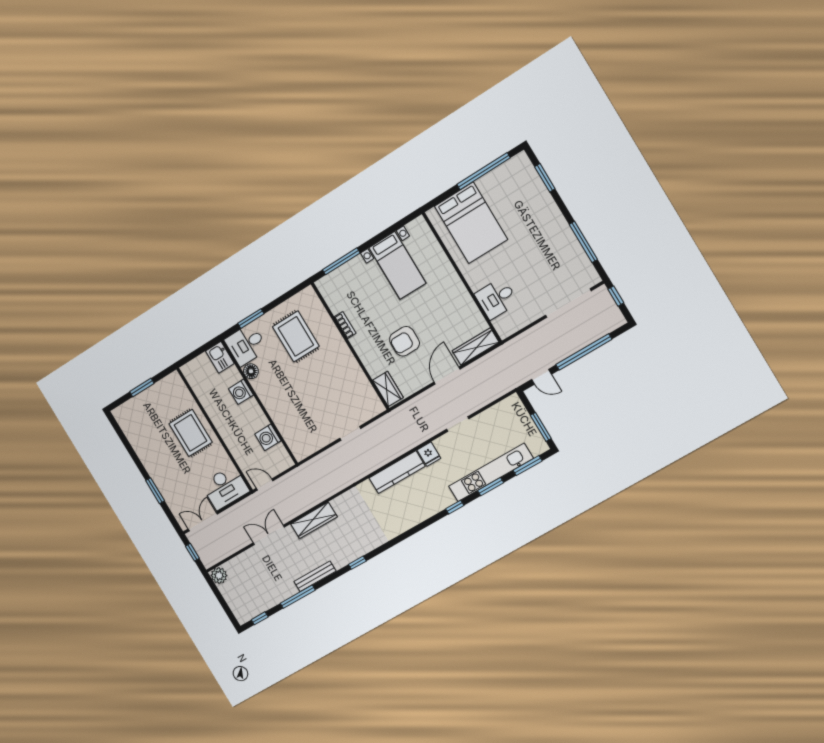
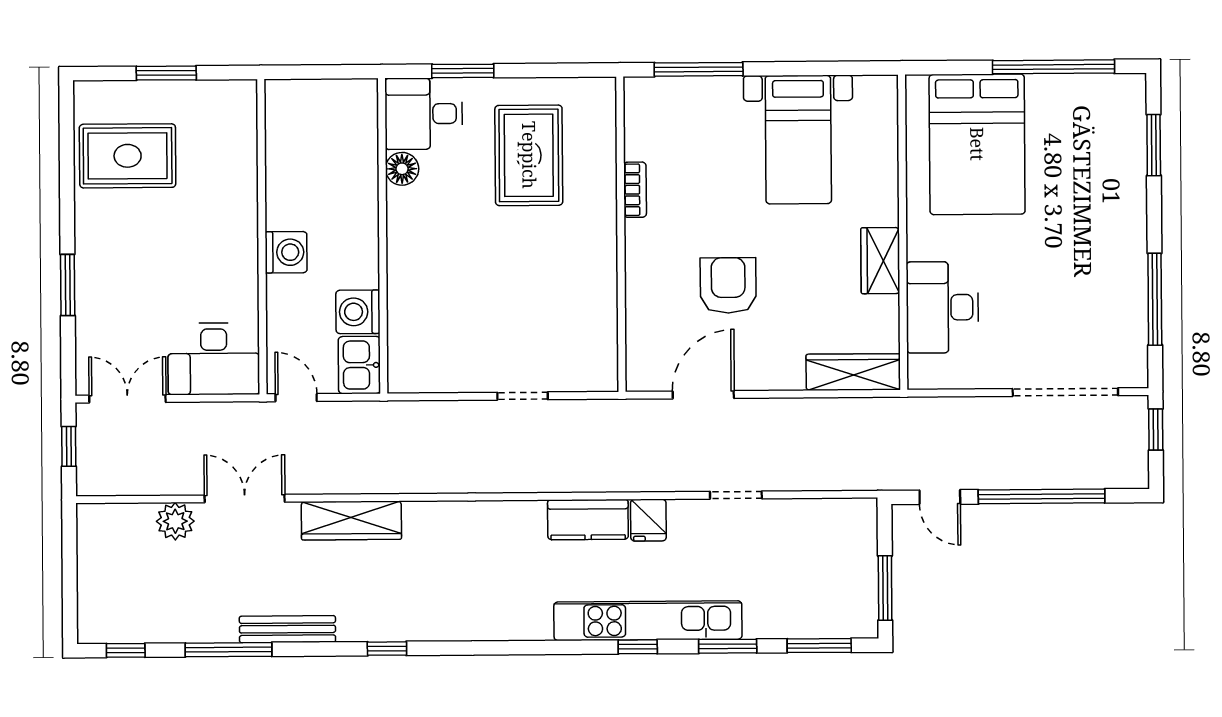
desk: (496, 298) -> (942, 307), width x1.37
armchair: (404, 341) -> (728, 285), turned 90
kitchen sink: (220, 357) -> (359, 365), moved
door: (447, 376) -> (703, 395), moved
wardrobe: (388, 389) -> (880, 261), moved, turned 180
washing machine: (241, 392) -> (286, 252), moved, turned 180
rug: (191, 433) -> (128, 156), moved, turned 90
kitchen counter: (397, 472) -> (588, 520), width x0.67
kitchen unit: (491, 472) -> (648, 621), moved
plant: (219, 576) -> (175, 521), moved

